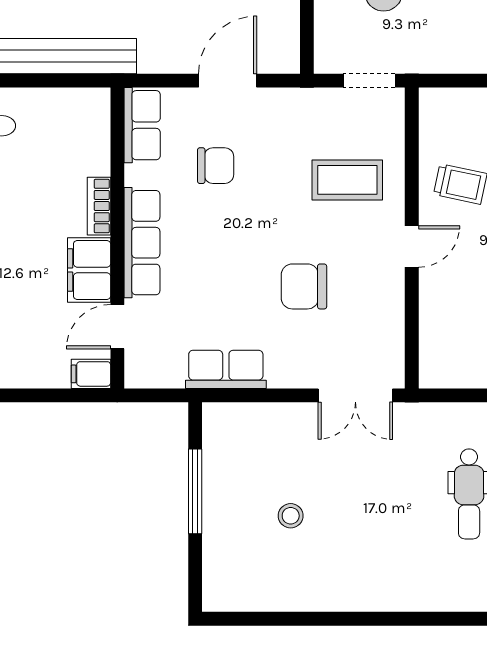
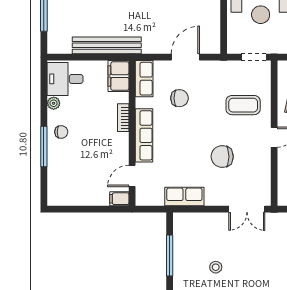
filing cabinet: (89, 270) -> (118, 76), moved

